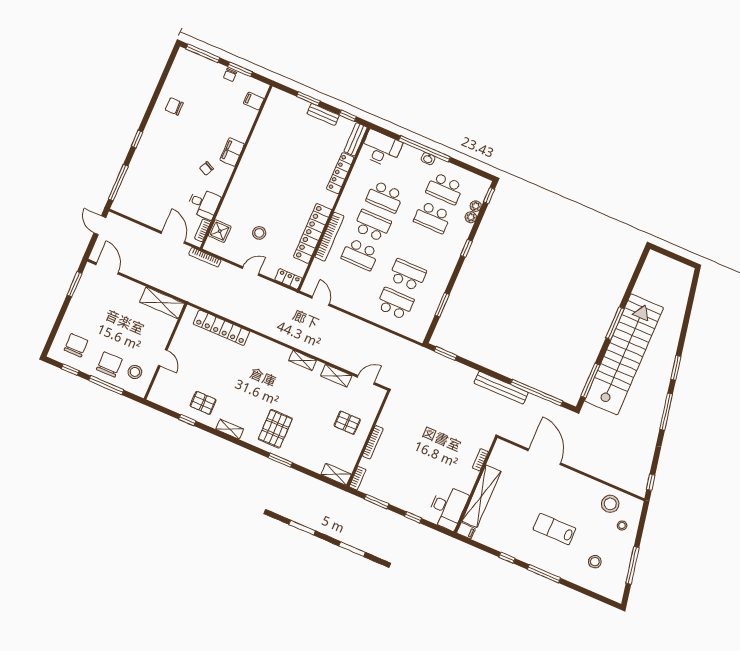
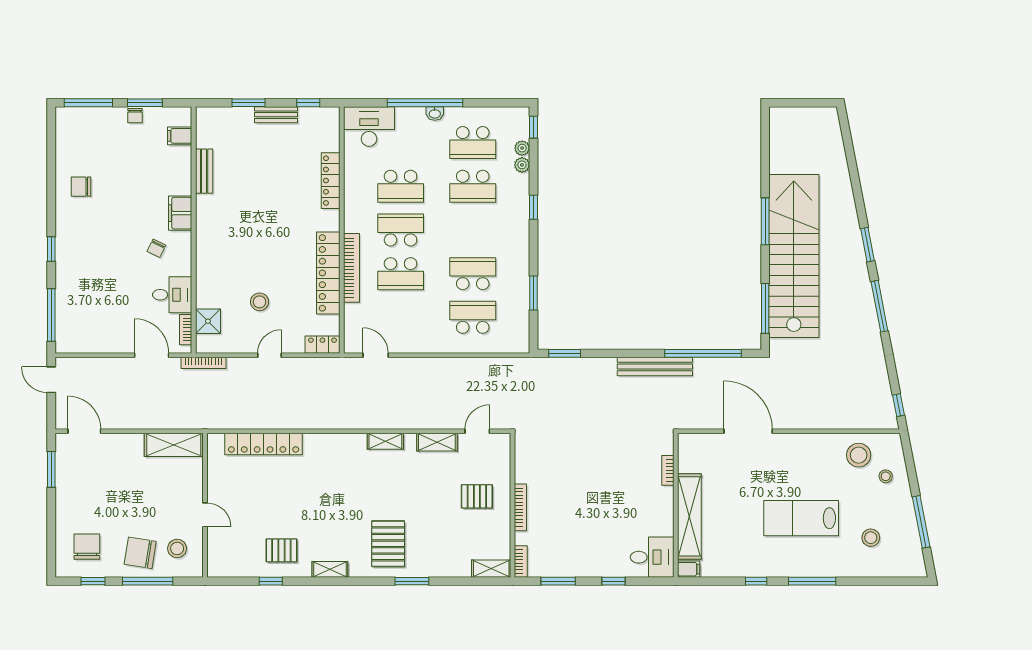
bench: (356, 139) -> (204, 171), moved
chair: (109, 364) -> (140, 553), turned -81
desk: (447, 508) -> (652, 557), width x0.73
lab bench: (554, 529) -> (801, 518), width x1.36, depth x1.39

